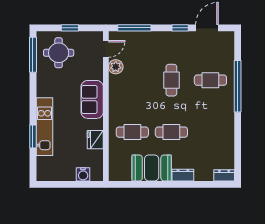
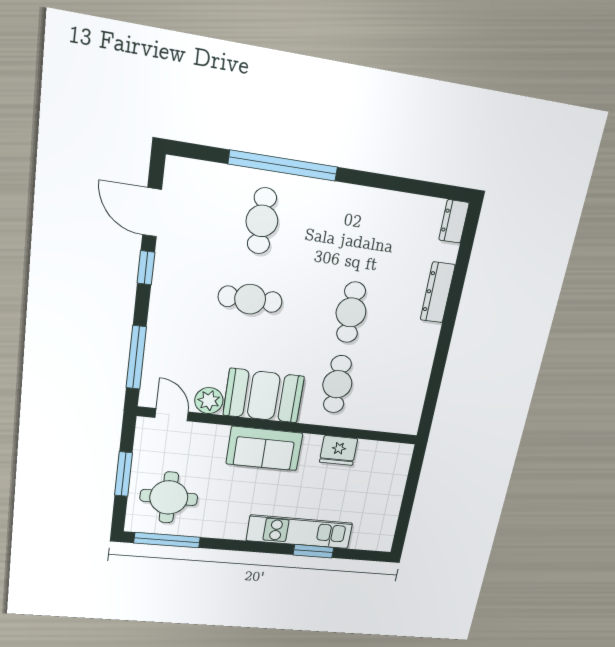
window: (70, 28) -> (123, 474), width x1.50
booth: (152, 168) -> (264, 396), moved, turned 90
water cooler: (83, 174) -> (396, 477), removed
dresser: (183, 175) -> (438, 292), width x1.44

